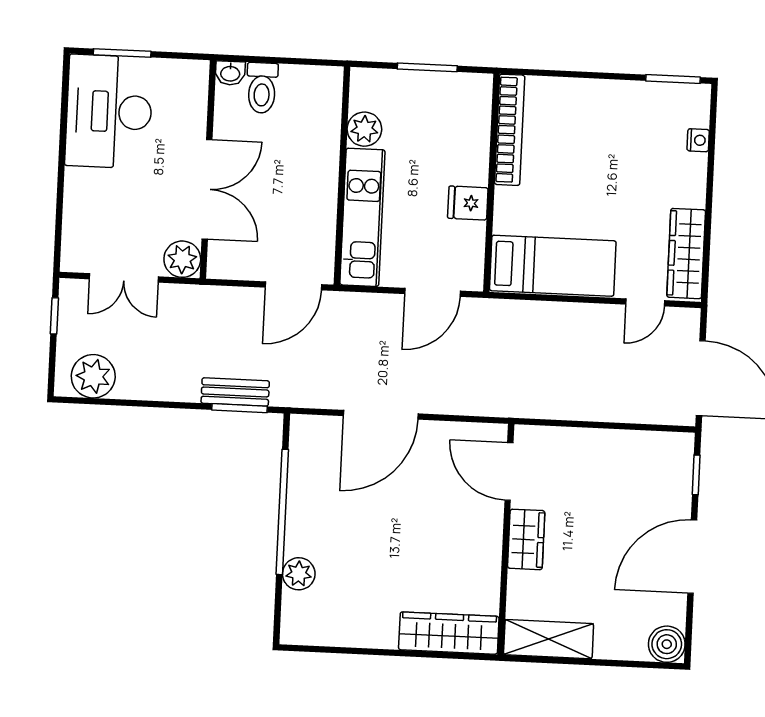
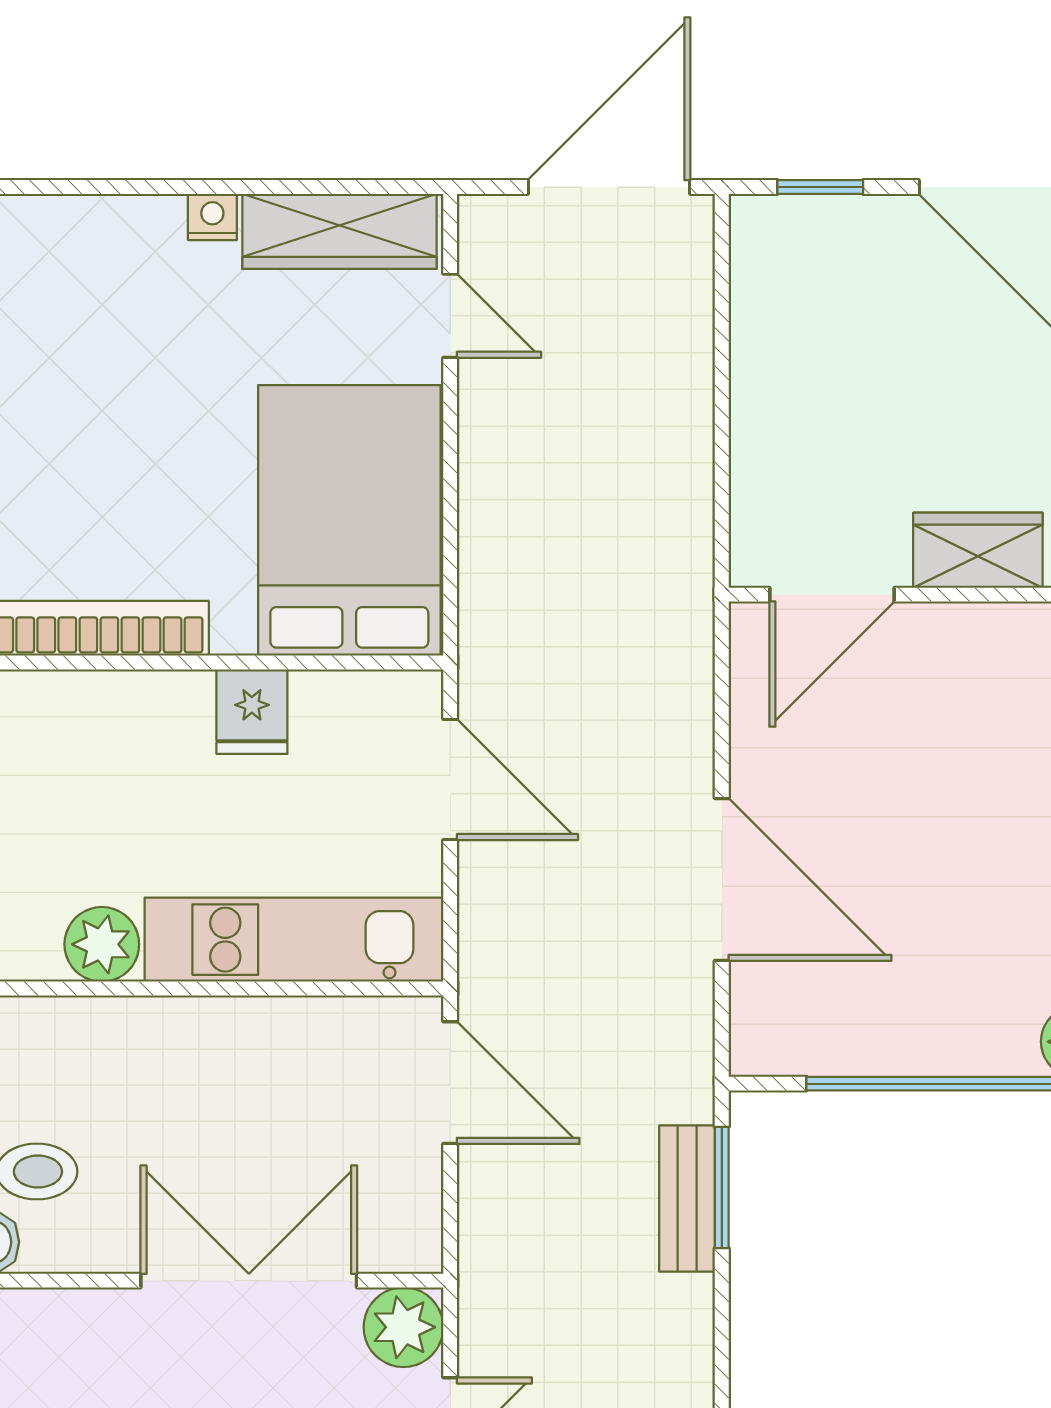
nightstand: (698, 140) -> (212, 217), moved
bed: (553, 266) -> (349, 520), width x1.50

